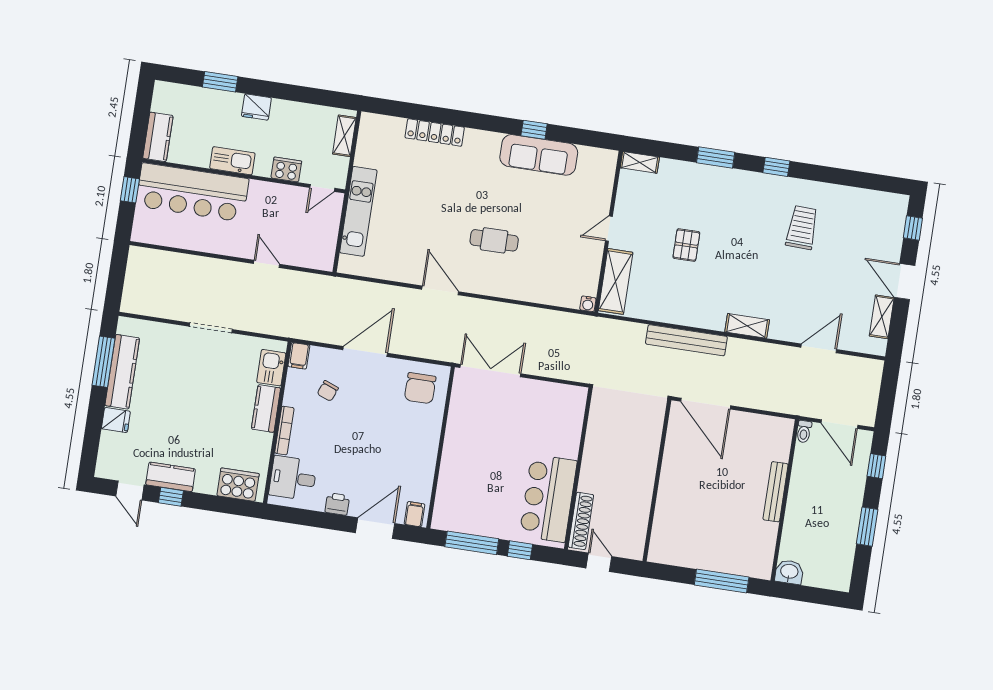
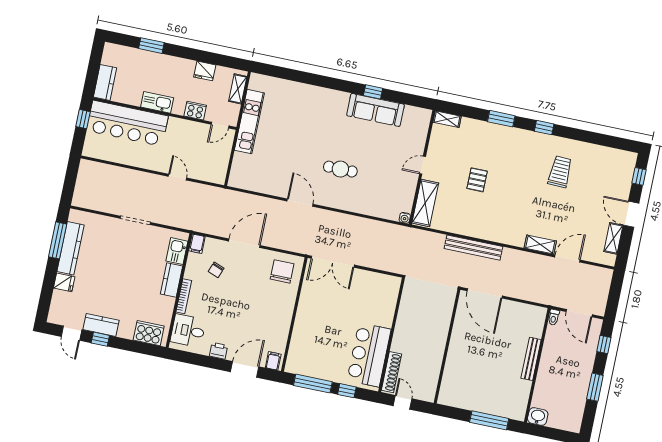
fridge: (256, 107) -> (205, 71), moved
locker: (435, 133) -> (302, 90), removed
kitchen unit: (358, 211) -> (249, 122), moved
shelving: (747, 326) -> (540, 245), moved
double door: (490, 371) -> (333, 262), swing flipped
chair: (420, 388) -> (282, 271), turned 180

